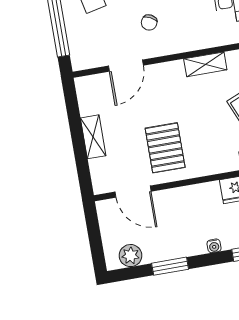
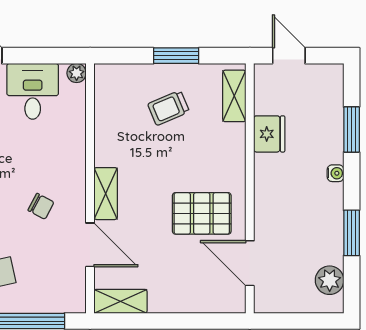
shelving: (205, 64) -> (106, 194), moved
shelving: (93, 137) -> (121, 301), moved
door: (133, 192) -> (250, 263), swing flipped

